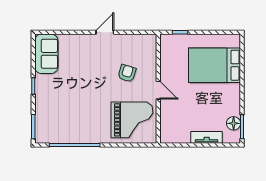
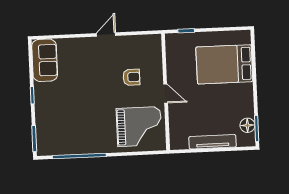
armchair: (127, 73) -> (131, 77), turned 73
tv unit: (207, 137) -> (213, 142), width x1.41

